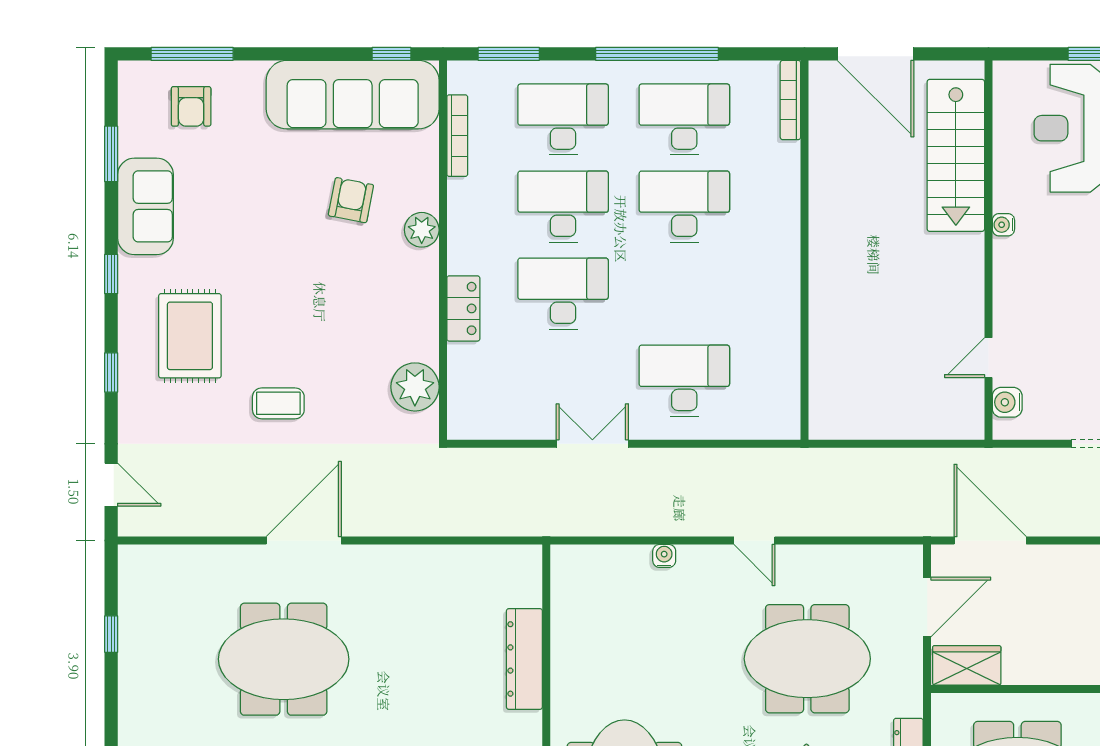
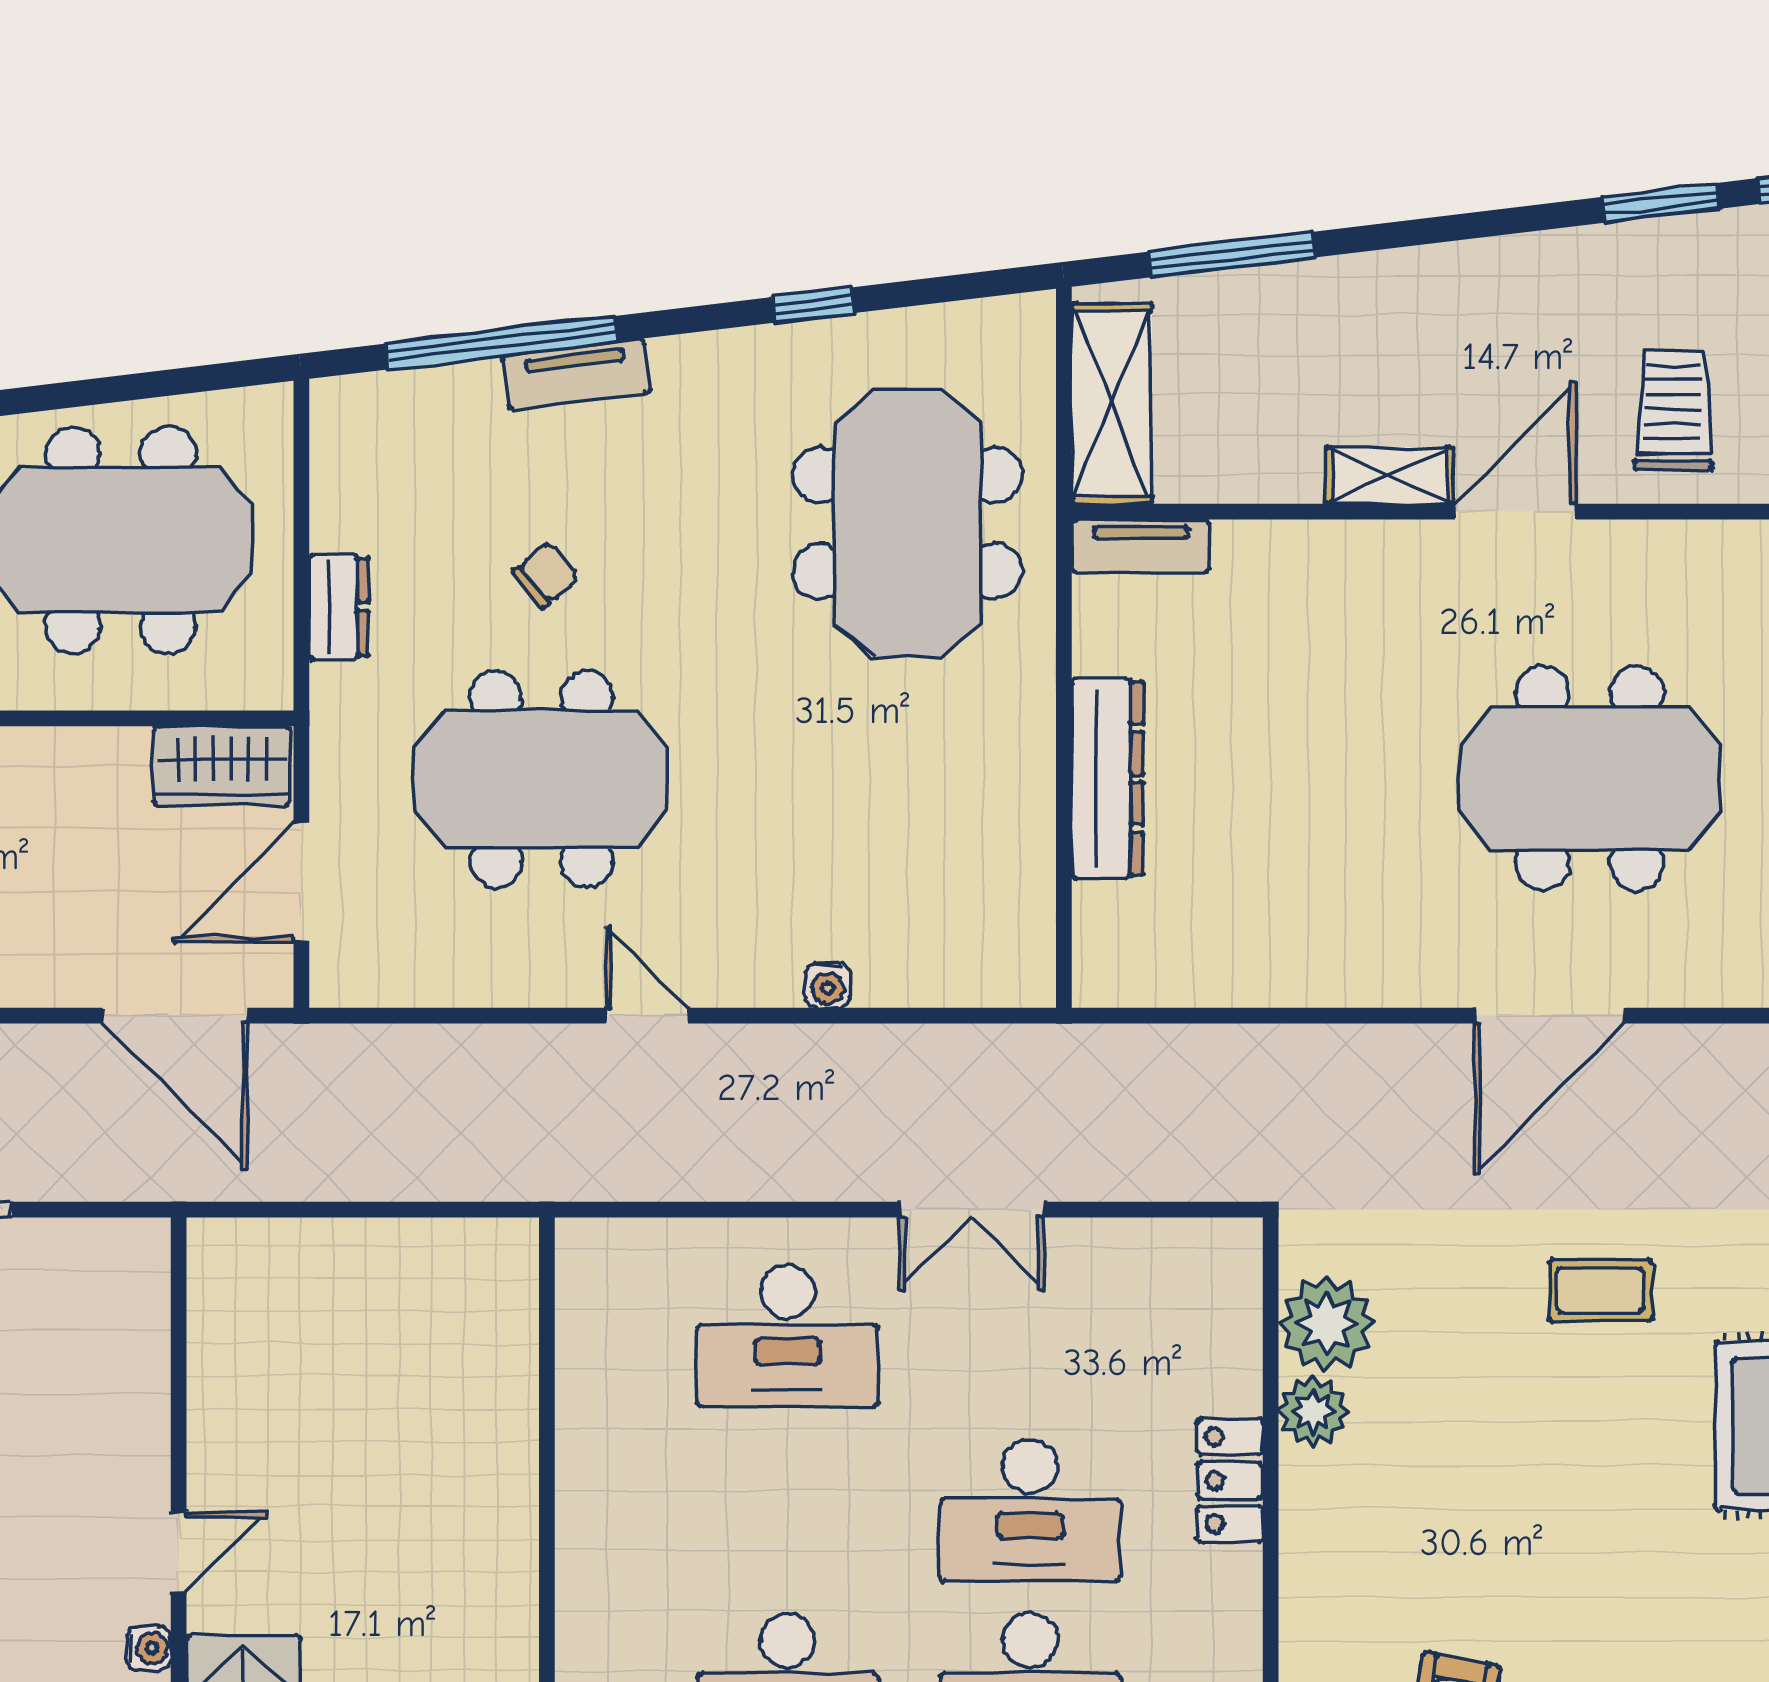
plant: (422, 230) -> (1313, 1411), moved
door: (988, 358) -> (179, 1552), moved
water cooler: (1007, 402) -> (141, 1293), removed

